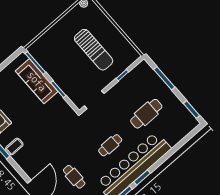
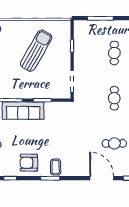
sun lounger: (94, 50) -> (36, 51), turned -60
cafe table: (146, 114) -> (114, 53), width x0.73, depth x0.74

